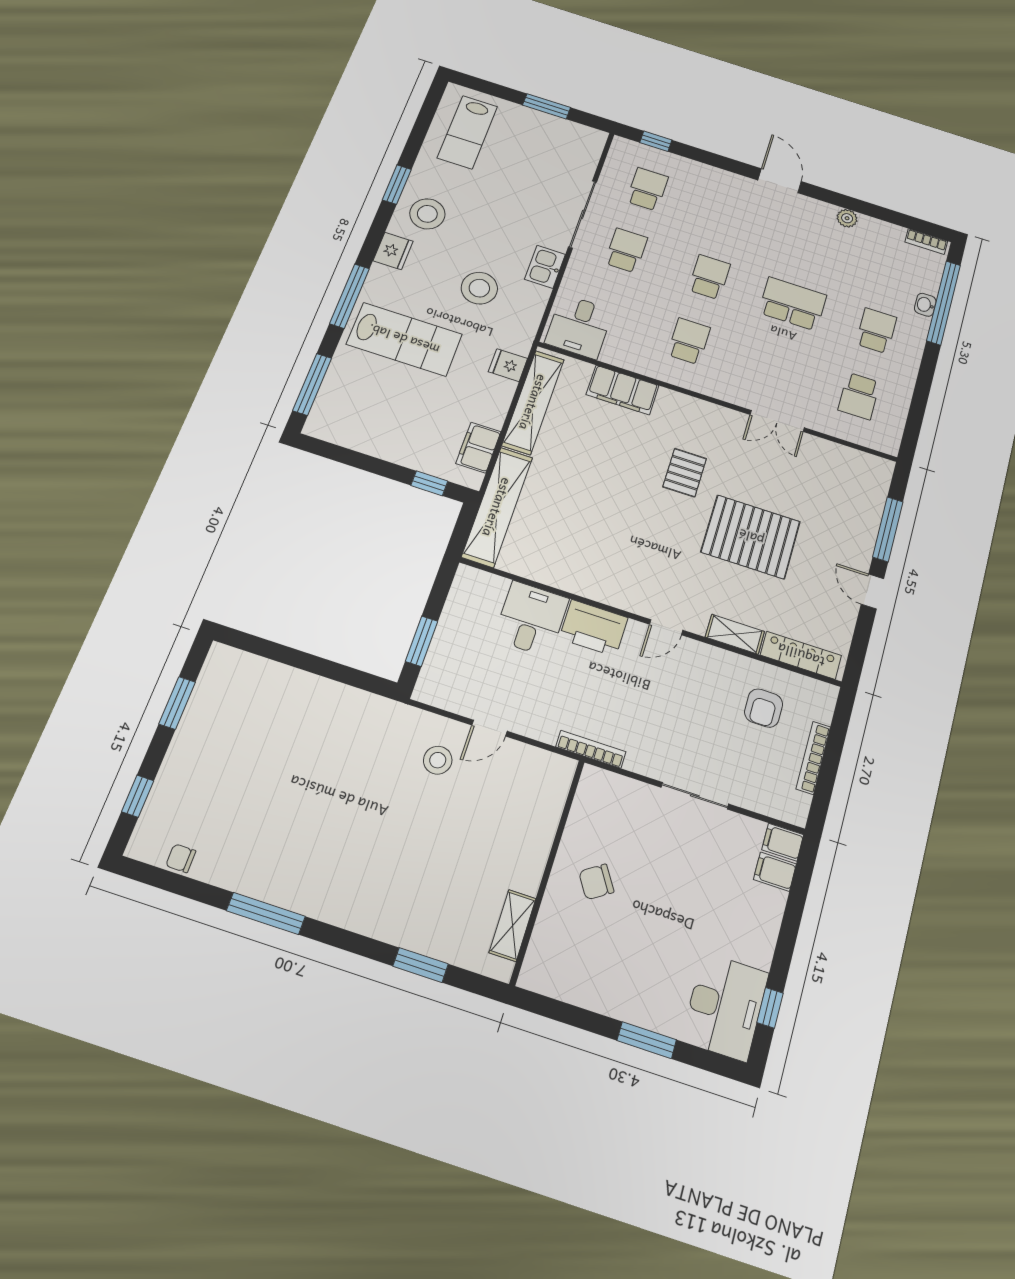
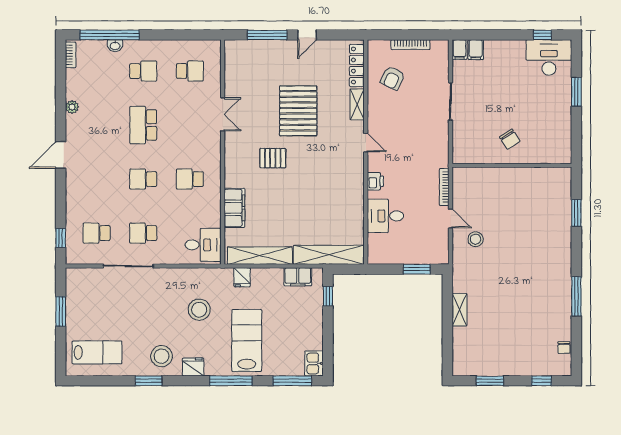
kitchen sink: (545, 267) -> (314, 363), moved, turned 90
school desk: (876, 331) -> (143, 71), turned 180
printer: (594, 628) -> (375, 181), width x0.53, depth x0.68
armchair: (764, 708) -> (393, 78), turned 115
bookcase: (591, 749) -> (444, 187), moved
shelving: (512, 925) -> (460, 310), moved, turned 90

